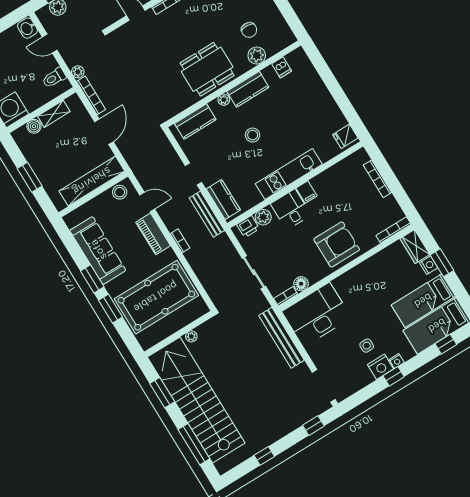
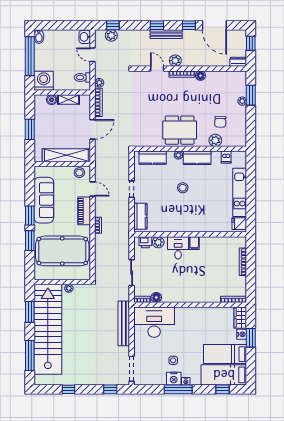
kitchen unit: (289, 174) -> (240, 192), moved, turned -90
bench: (207, 214) -> (125, 219), removed
armchair: (337, 244) -> (193, 287), removed
window: (394, 376) -> (178, 389), width x2.17

